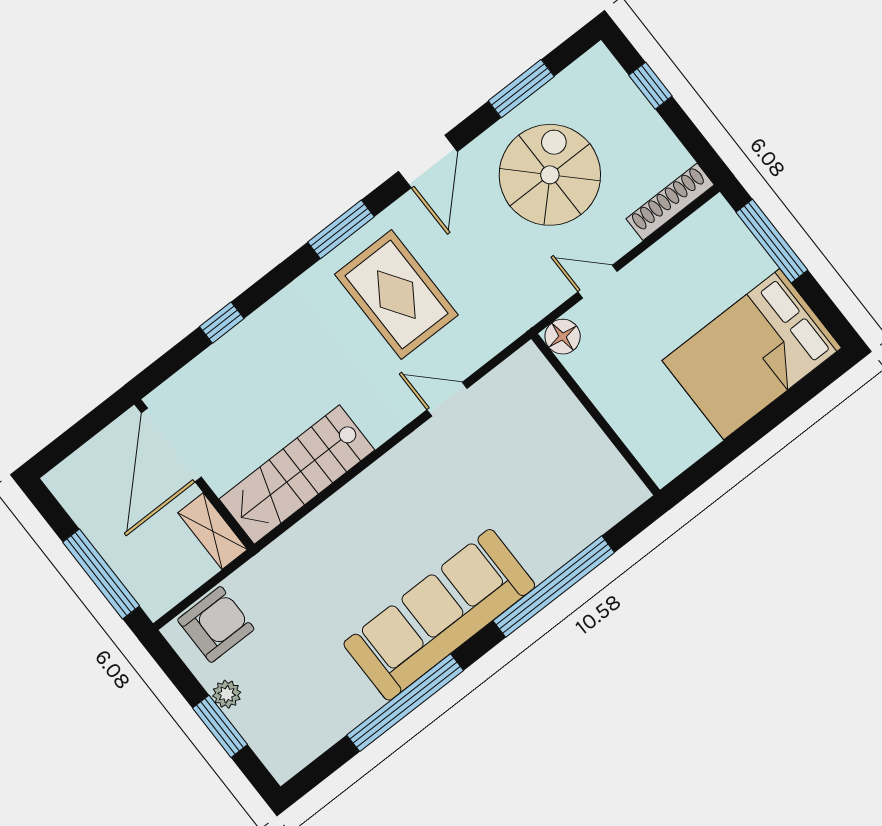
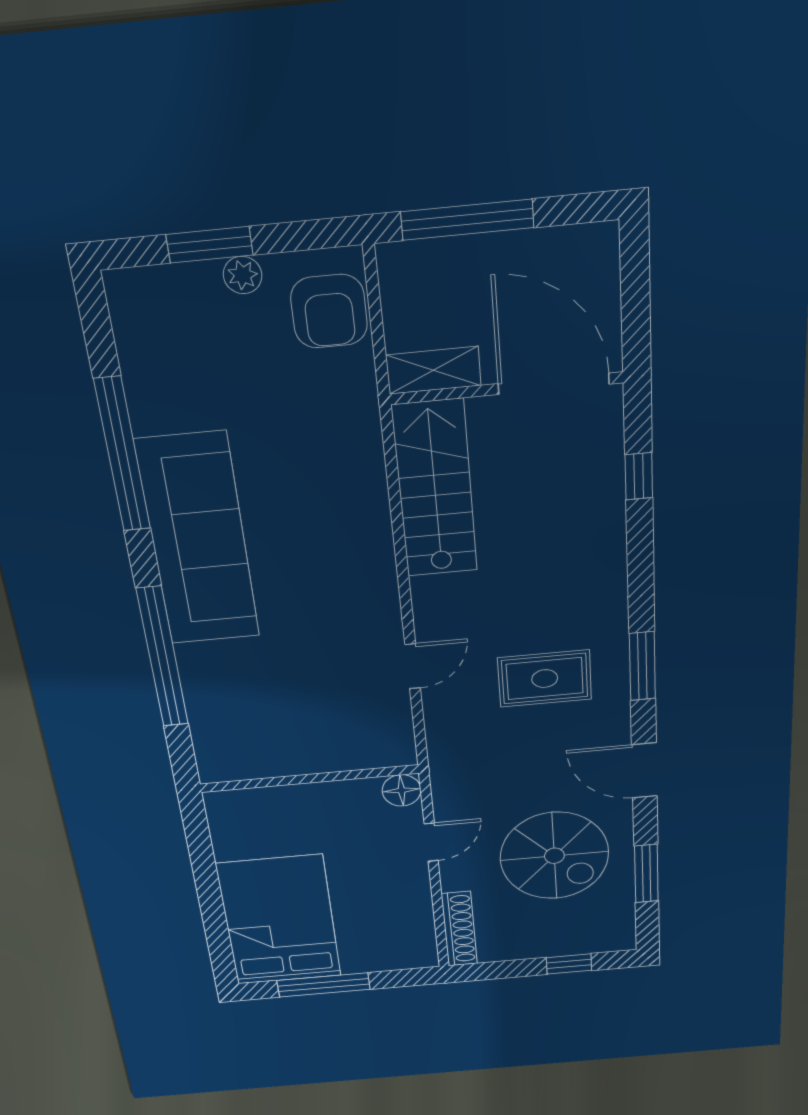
window: (772, 241) -> (324, 985), moved
rug: (396, 295) -> (545, 679), width x0.73, depth x0.70
window: (222, 323) -> (639, 476), moved

